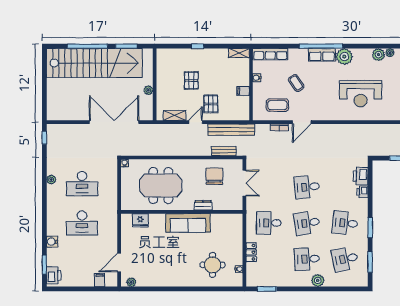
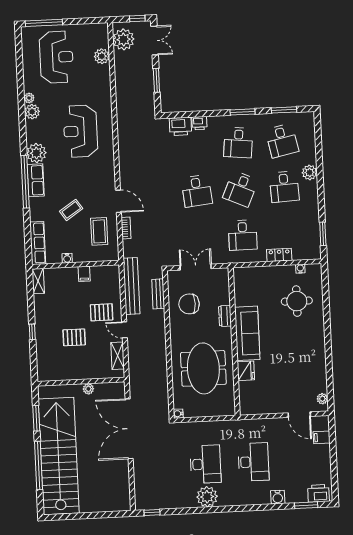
reception desk: (361, 94) -> (80, 131), turned 180
plant: (51, 180) -> (207, 497), width x1.87, depth x1.87
fridge: (140, 220) -> (246, 371), moved
desk: (307, 223) -> (240, 189), turned 33

